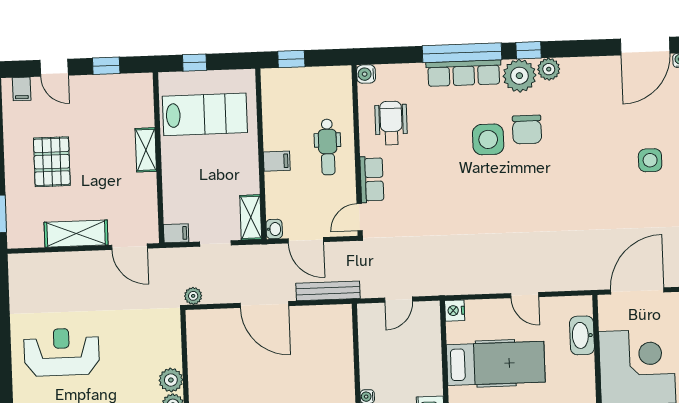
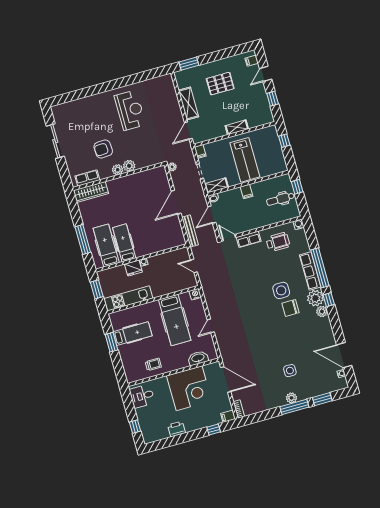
lab bench: (205, 114) -> (245, 160), moved
dental chair: (328, 147) -> (280, 199), moved

